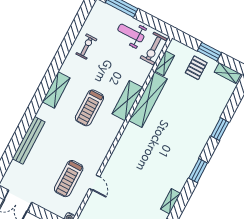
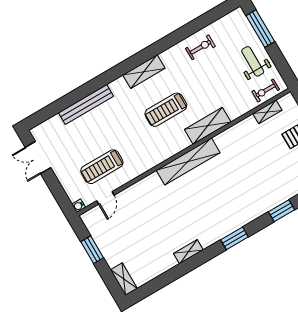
exercise bike: (154, 48) -> (266, 90), width x0.73, depth x0.72
shelving: (148, 100) -> (188, 161), moved
door: (94, 183) -> (105, 198), moved

